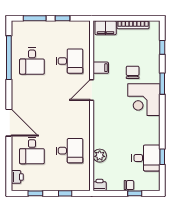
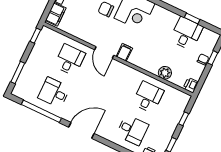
window: (63, 18) -> (35, 36), moved
desk: (32, 61) -> (54, 93), turned 180
filing cabinet: (101, 68) -> (124, 52), moved
door: (9, 123) -> (81, 130), moved

